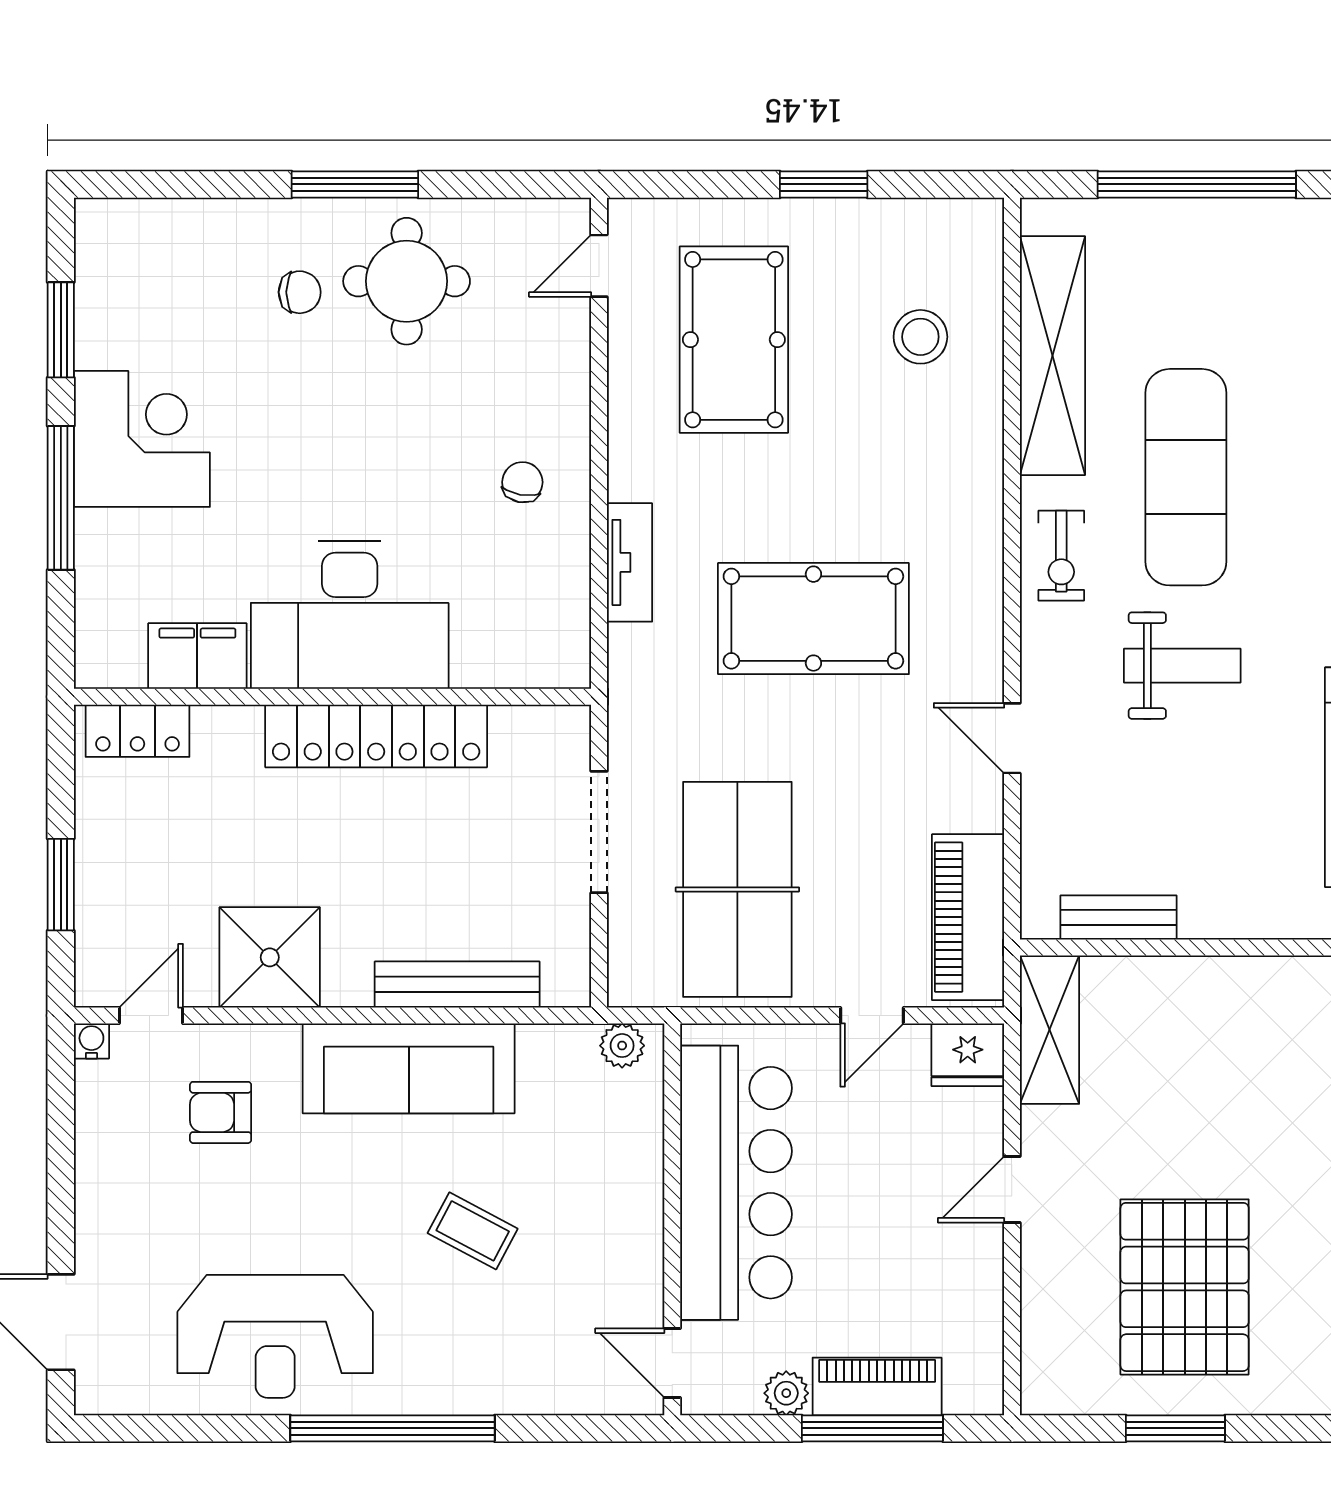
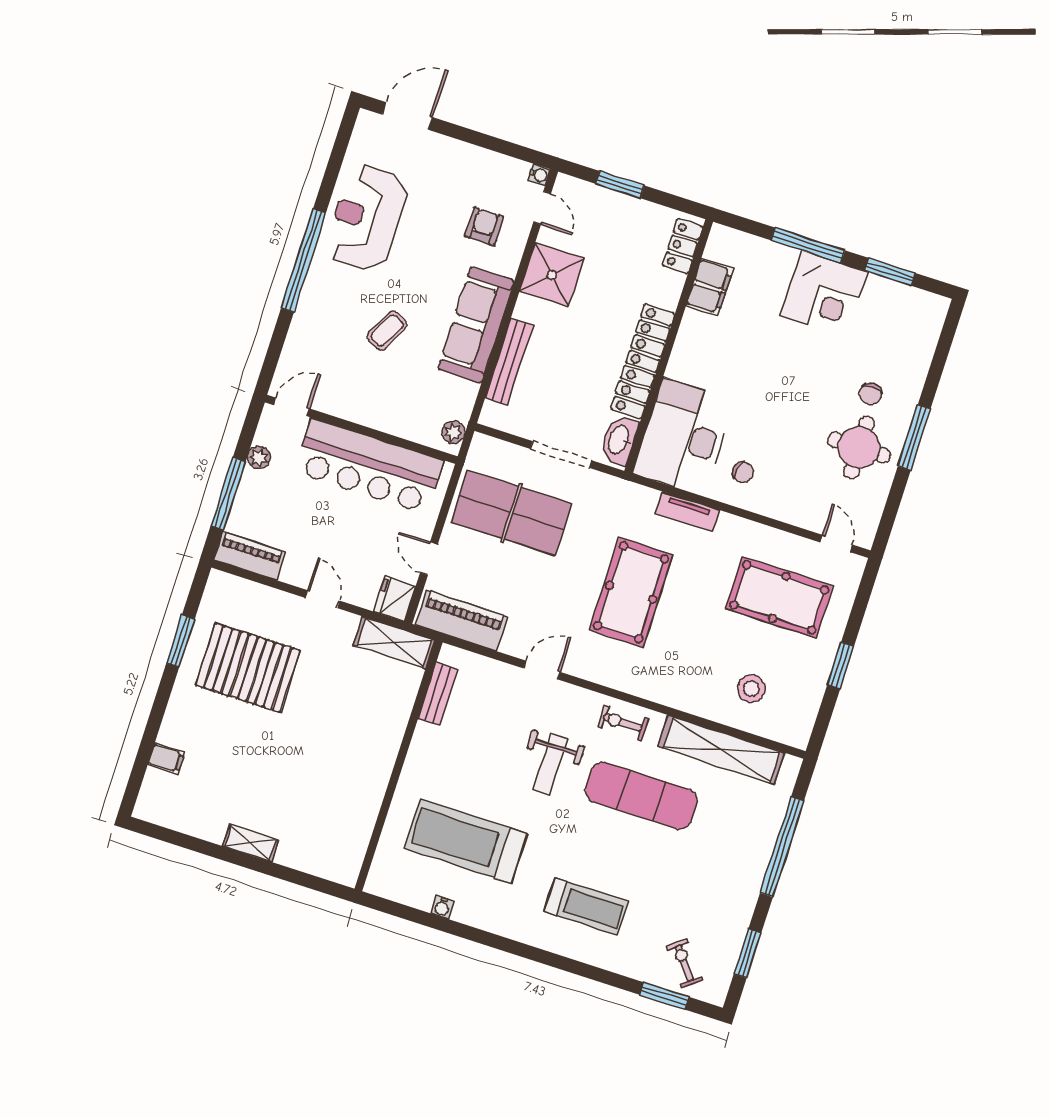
desk: (350, 615) -> (683, 437), moved
washbasin: (537, 732) -> (619, 440), added
piano: (877, 1386) -> (250, 556), moved, turned -90

